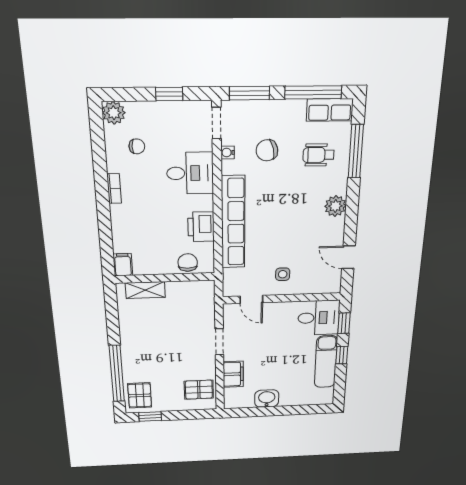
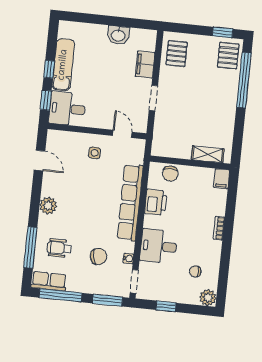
wheelchair: (319, 155) -> (59, 248), turned 180
bookcase: (114, 189) -> (219, 228), moved
pallet: (199, 390) -> (177, 53), turned 90

